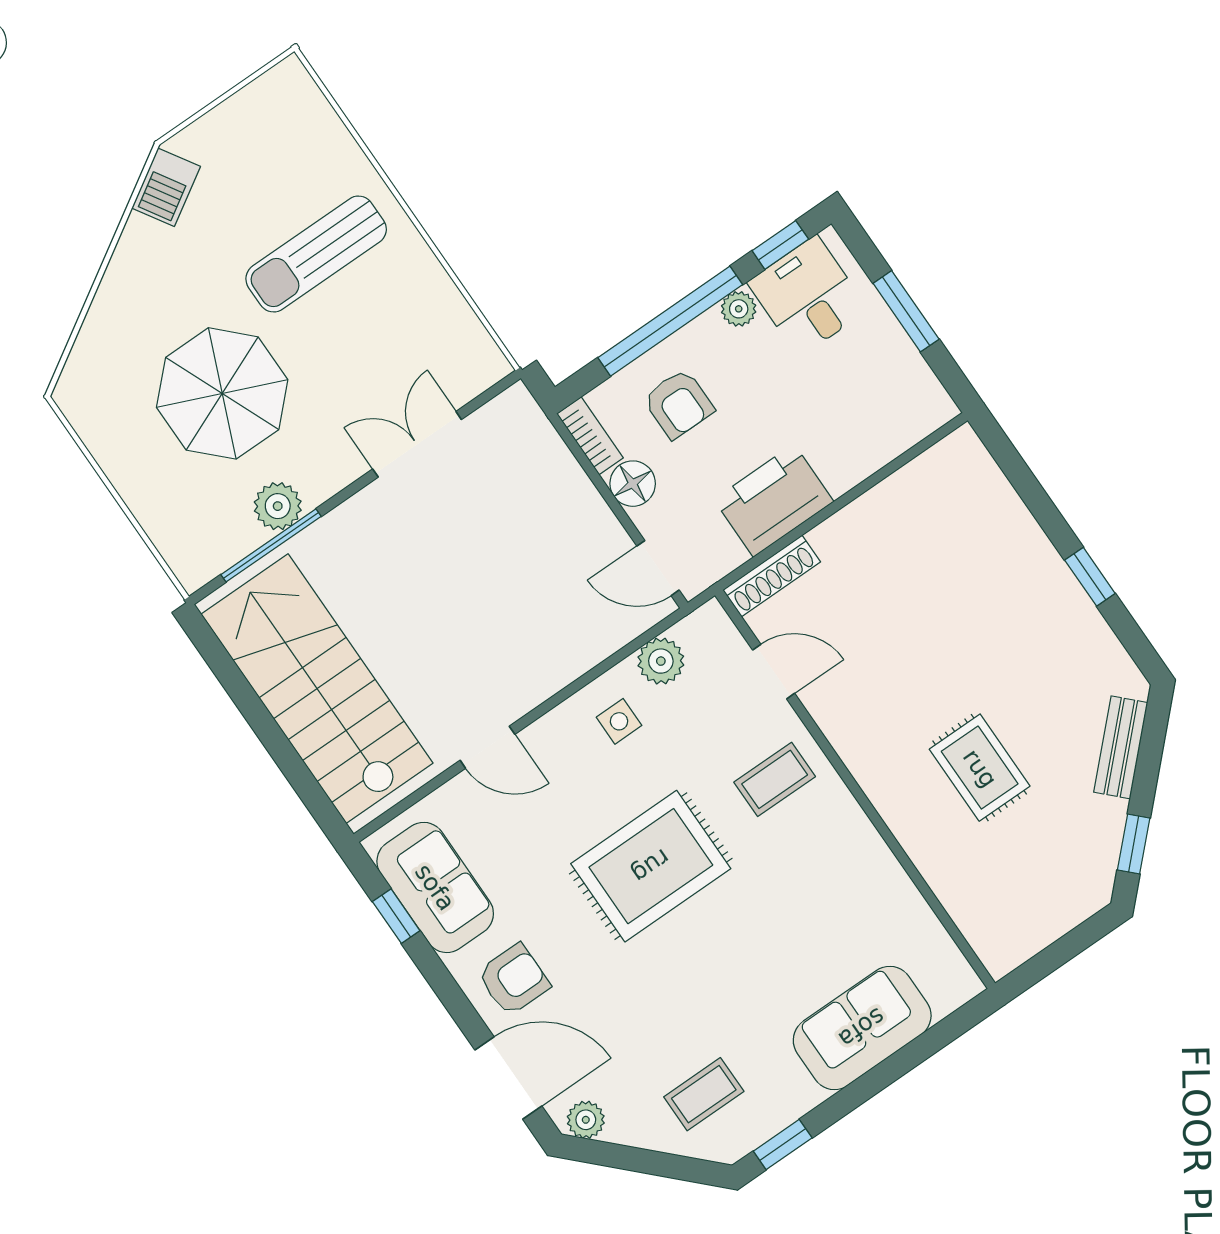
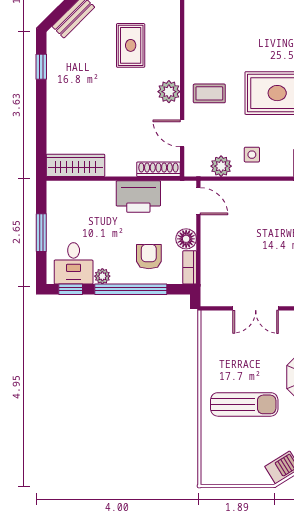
wardrobe: (929, 478) -> (75, 165), added
window: (1090, 577) -> (41, 67), moved
plant: (851, 731) -> (169, 92), added

